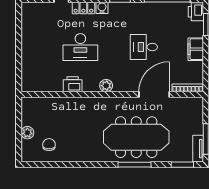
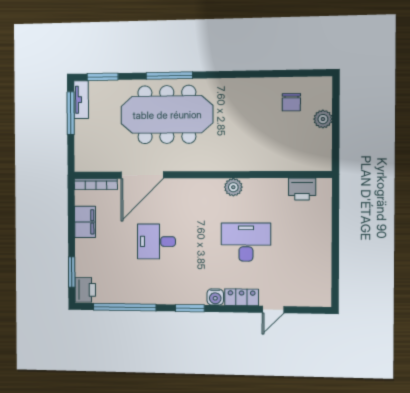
desk: (144, 47) -> (156, 241), turned 180
filing cabinet: (196, 49) -> (85, 222), moved
printer: (73, 84) -> (302, 189), moved
plant: (106, 86) -> (233, 187), moved

